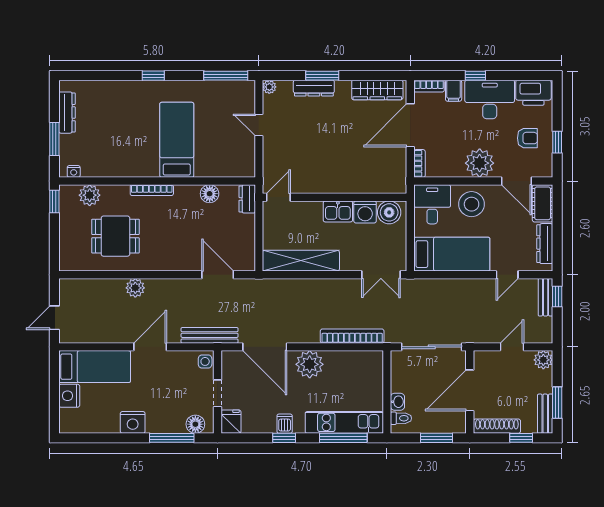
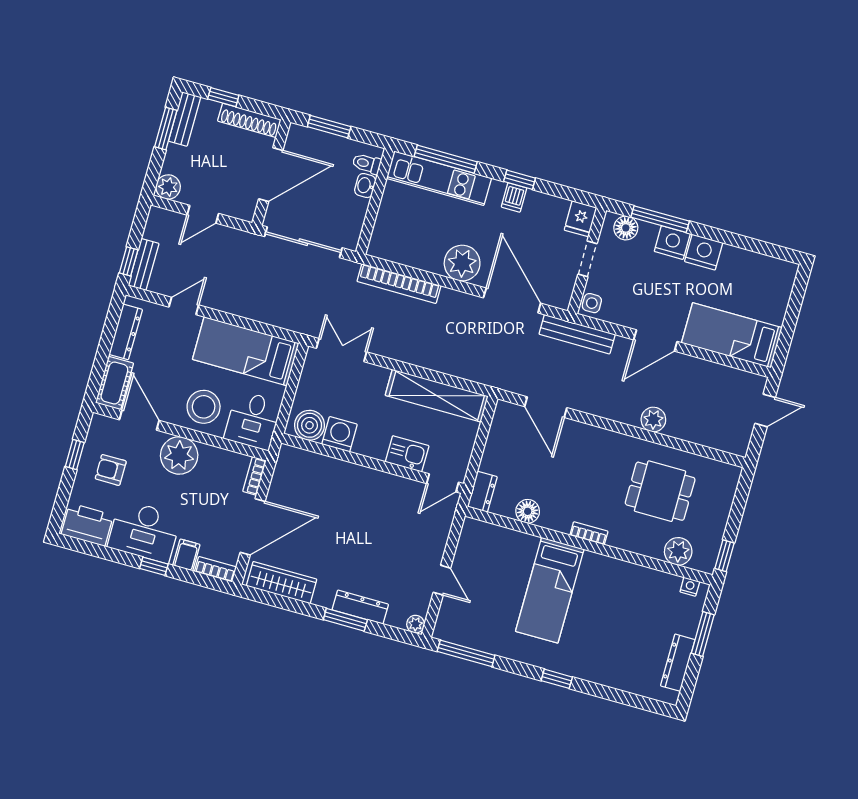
bookcase: (152, 190) -> (589, 533), width x0.64
kitchen sink: (338, 211) -> (407, 454), moved
nightstand: (69, 396) -> (672, 243), moved, turned -90

